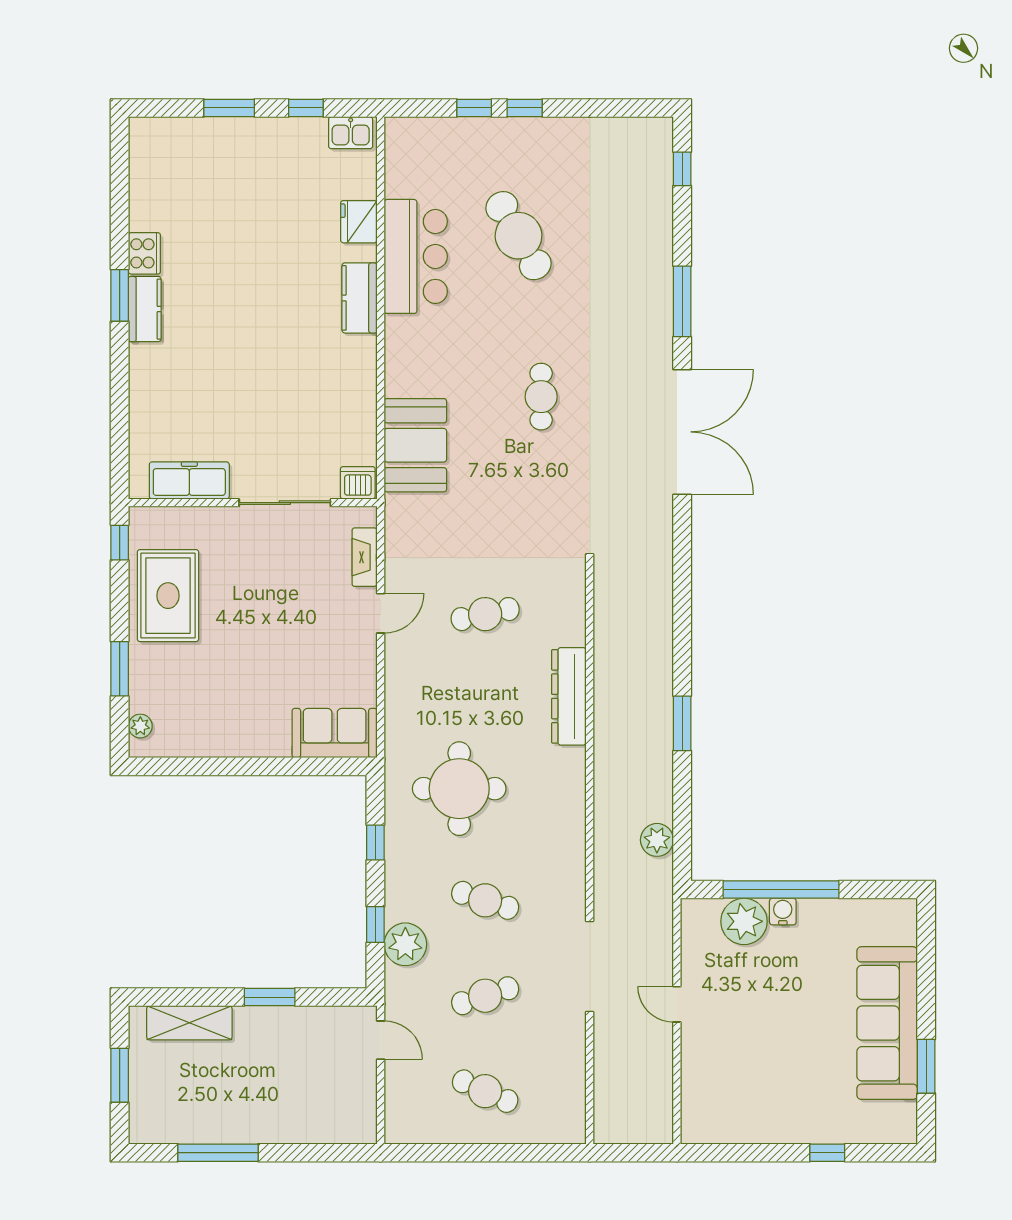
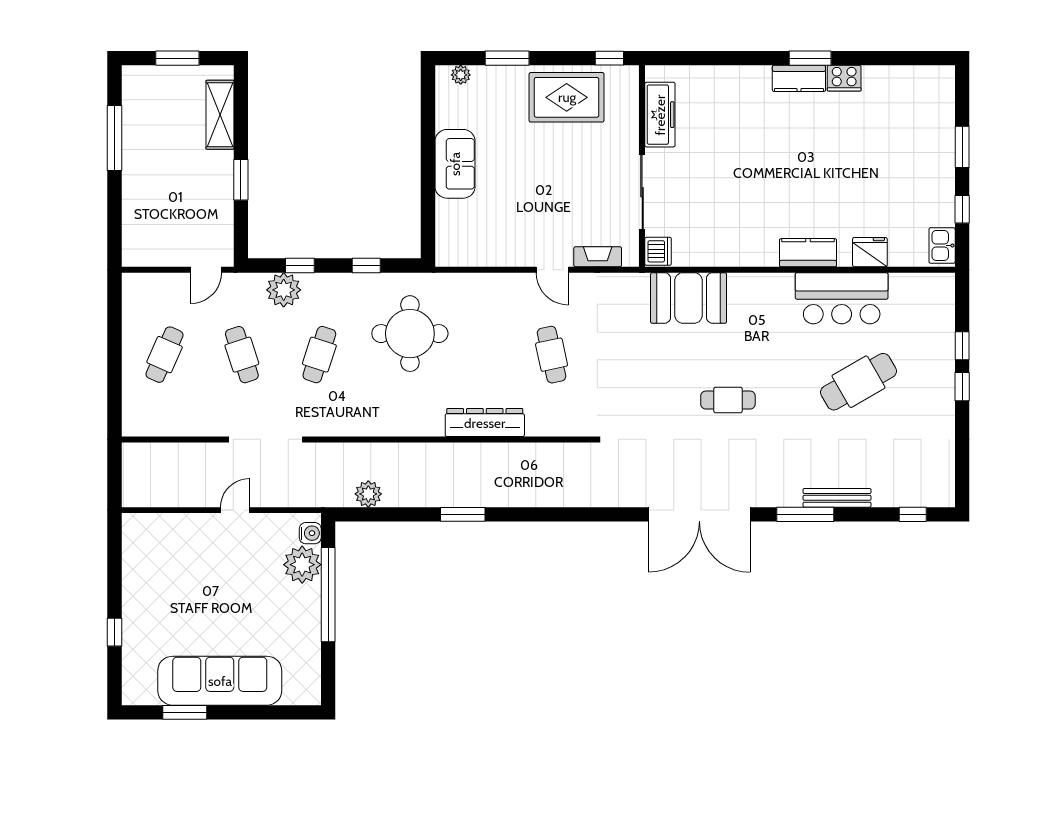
bench: (662, 262) -> (837, 498), added
sofa: (335, 733) -> (455, 164), moved
water cooler: (783, 912) -> (310, 533), moved

